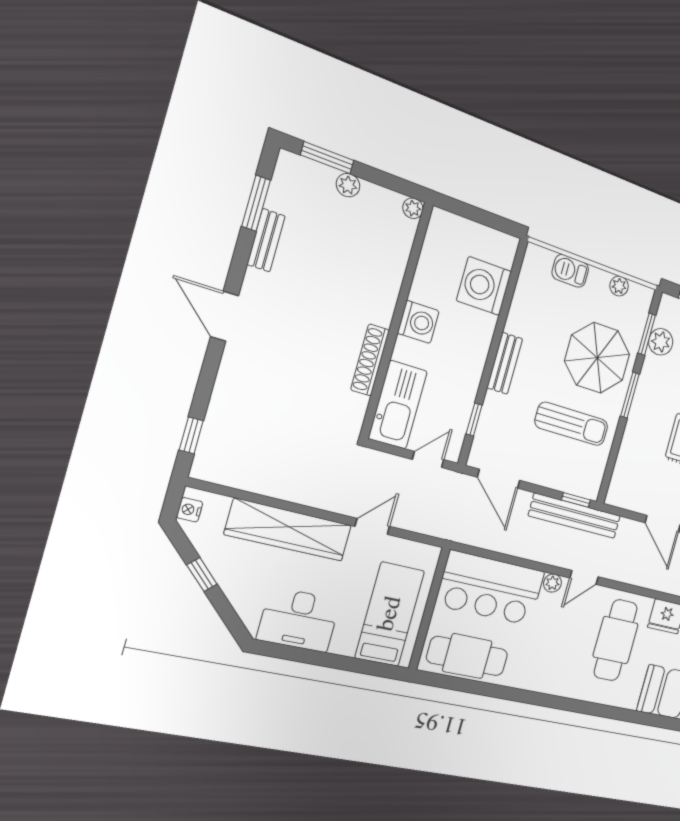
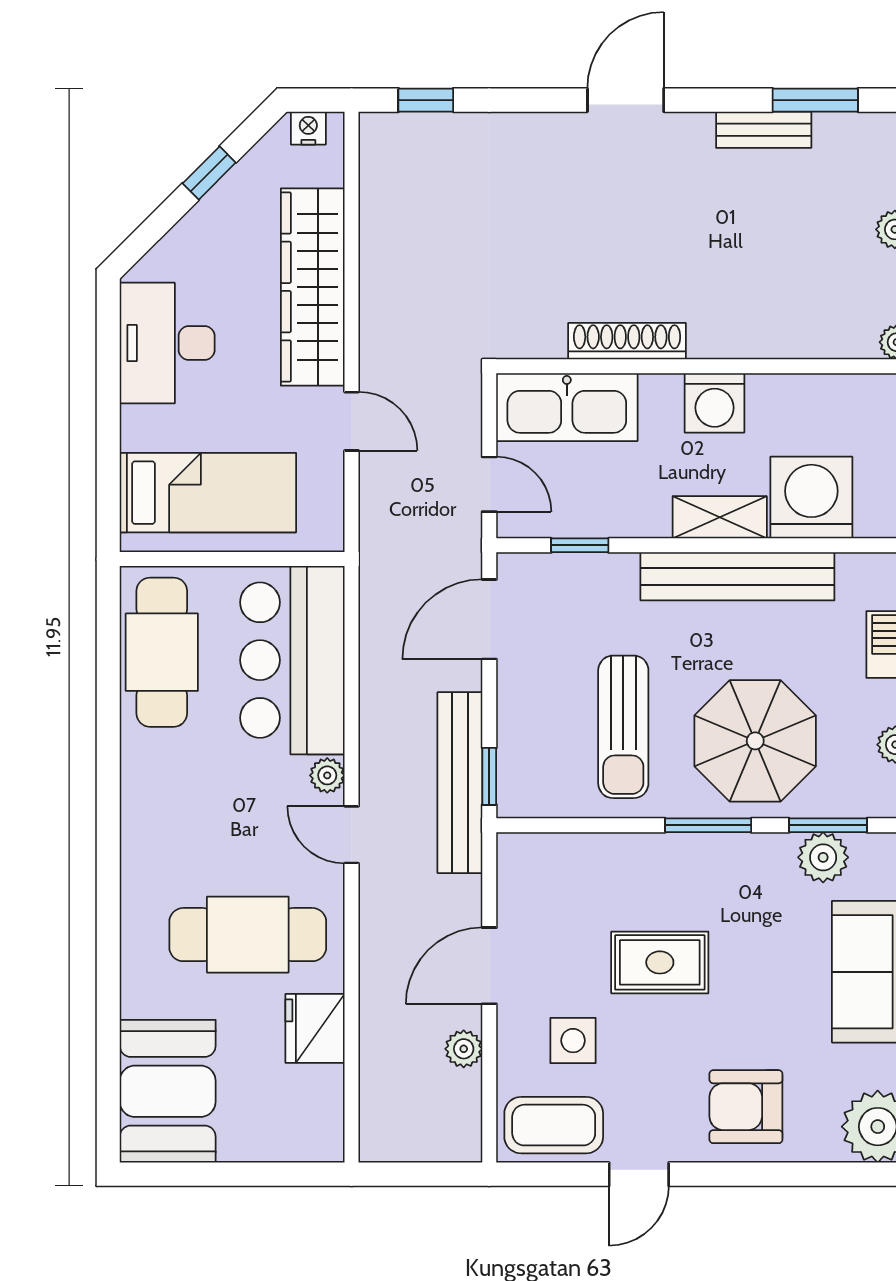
shelving: (480, 339) -> (720, 517), added
bench: (505, 363) -> (737, 576), width x1.86, depth x1.21

